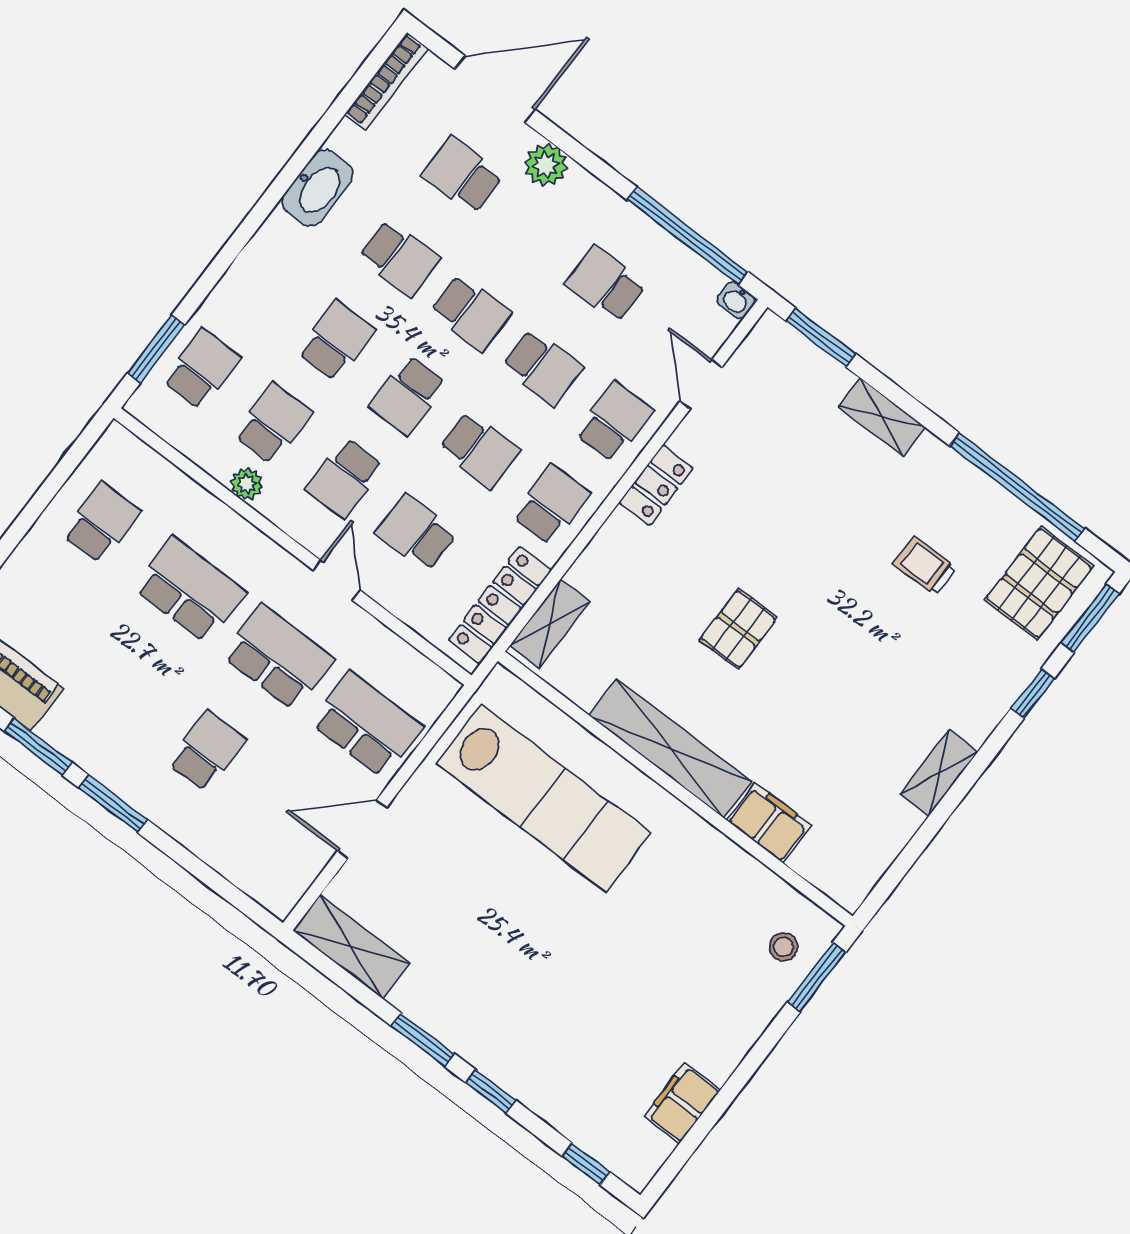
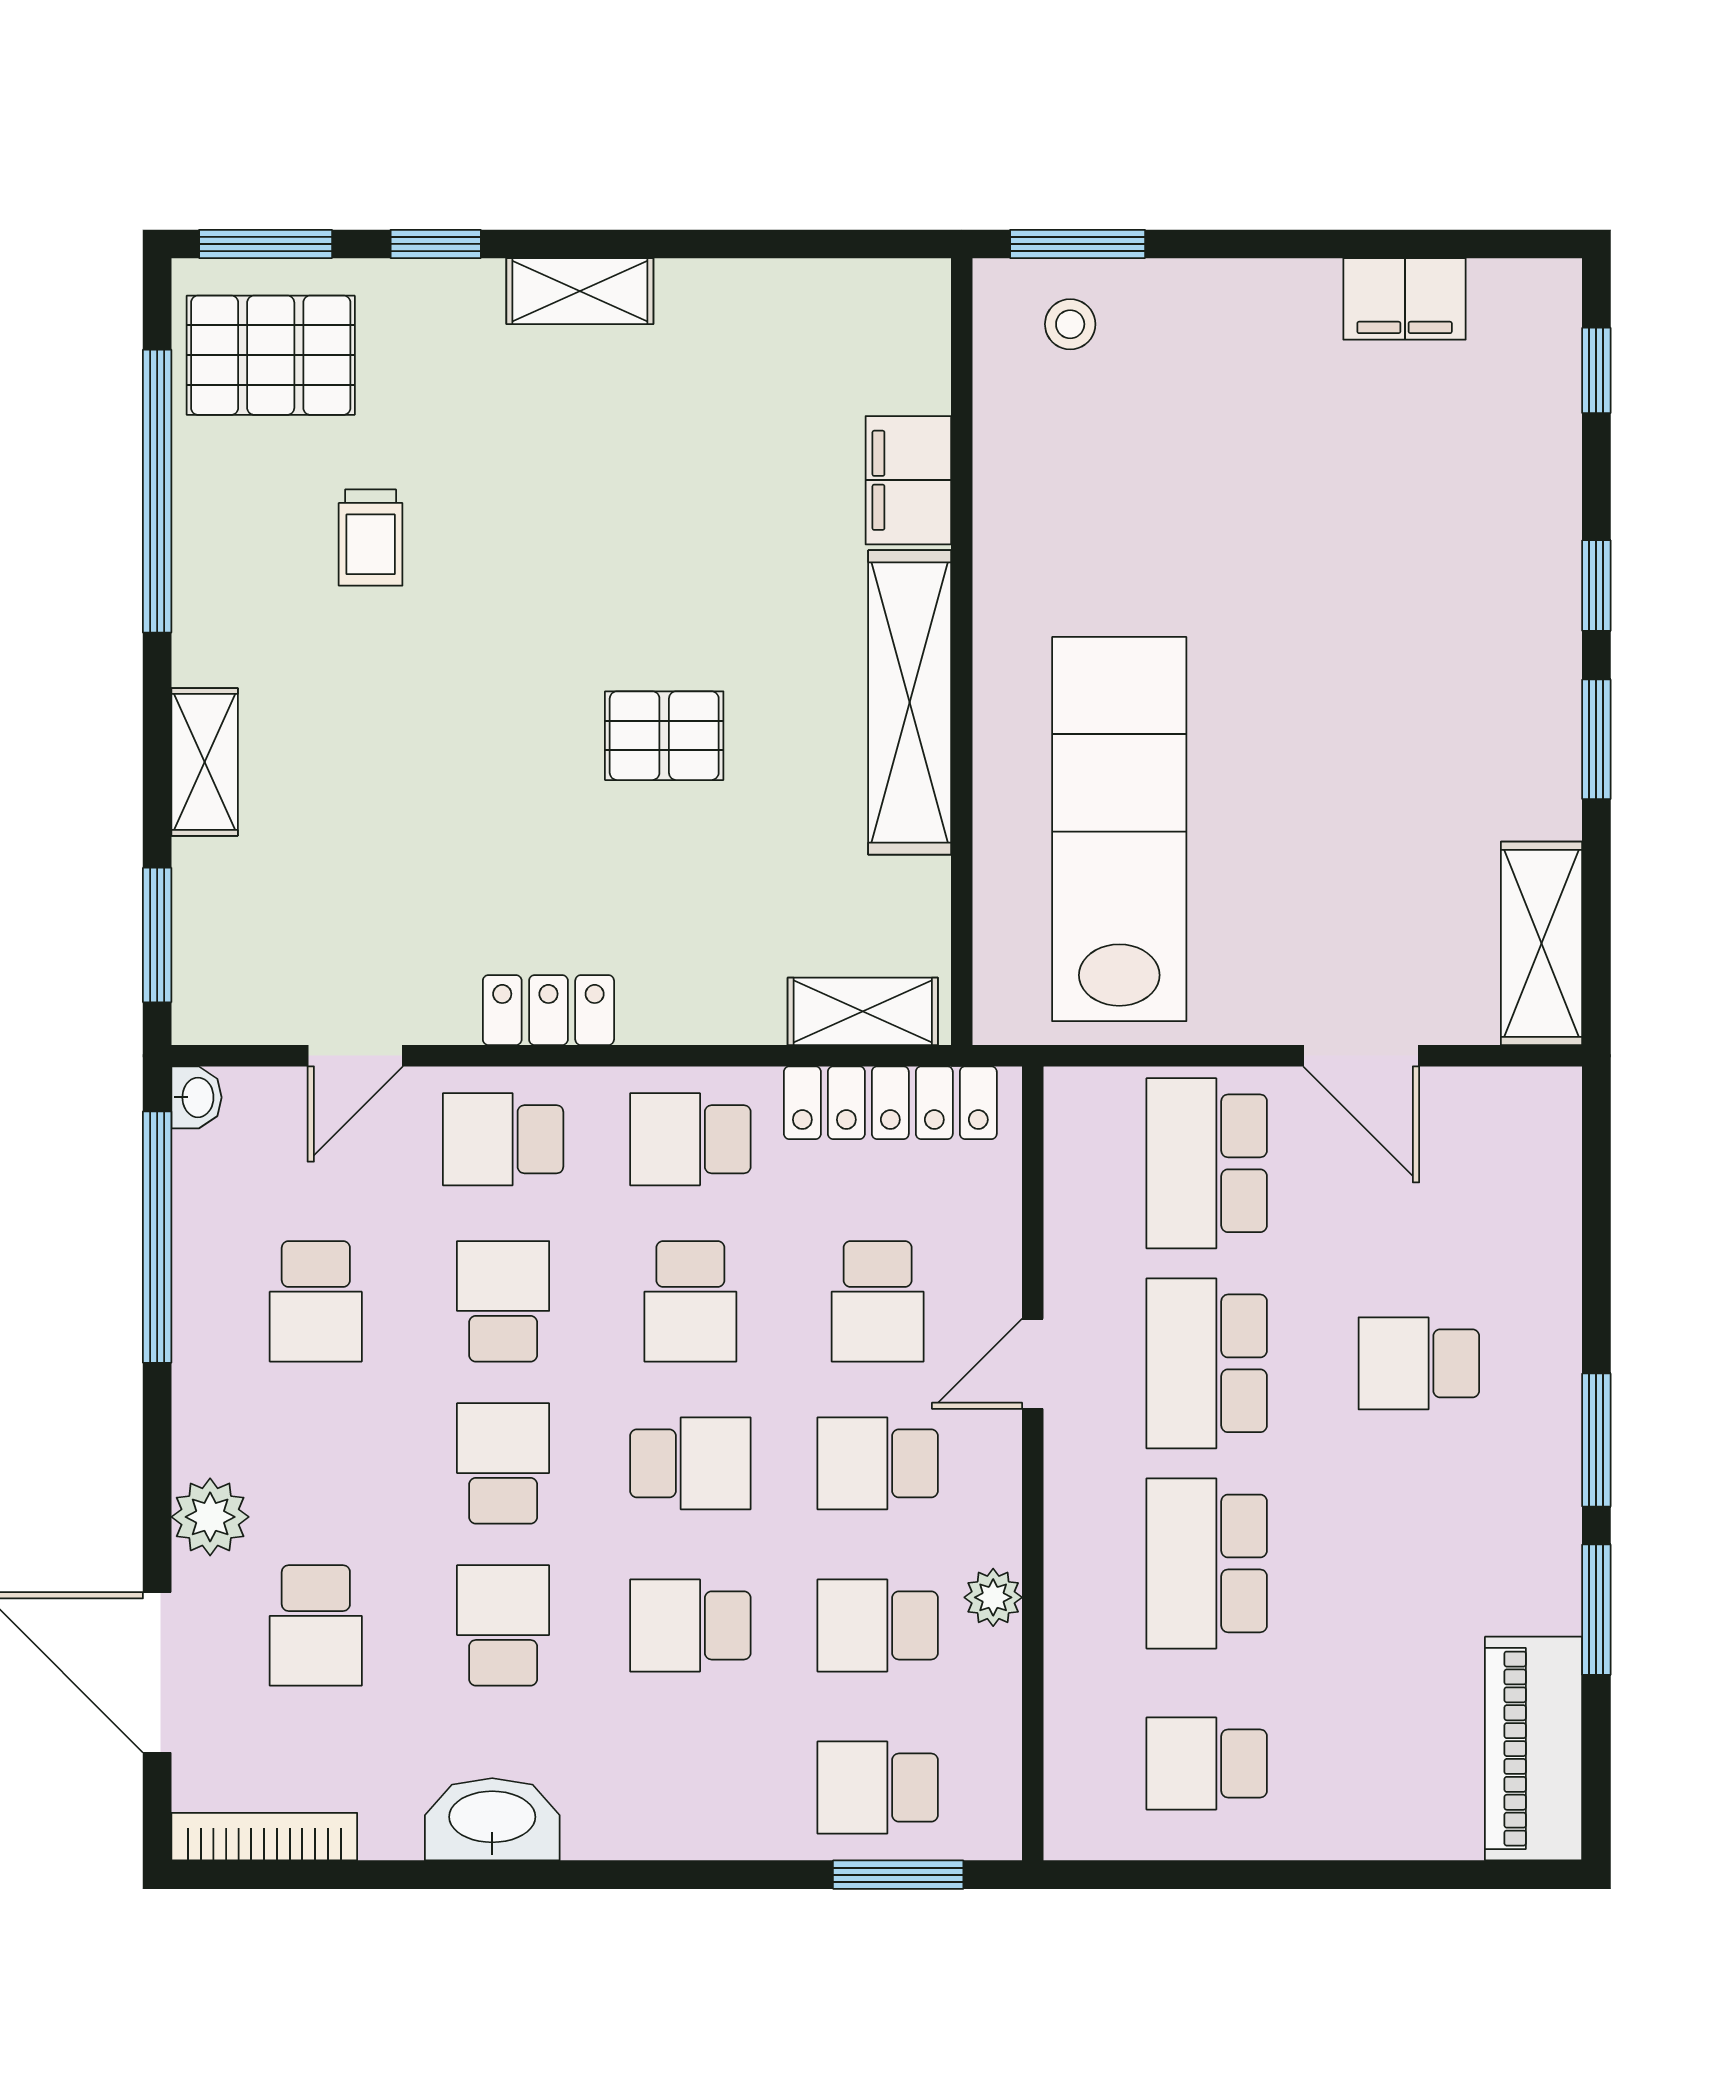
school desk: (479, 450) -> (690, 1301), turned 180
school desk: (345, 478) -> (878, 1463), turned 180
shelving: (939, 773) -> (580, 291), moved

